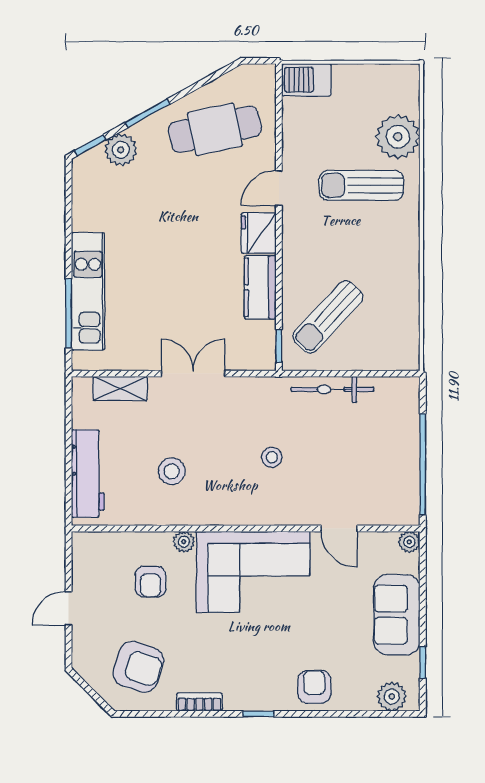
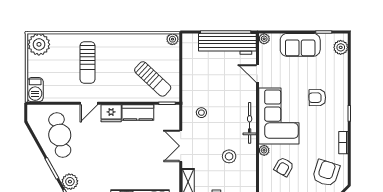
plant: (398, 137) -> (39, 44), moved
door: (279, 188) -> (89, 103), hinge flipped
plant: (408, 357) -> (172, 39), added
bicycle: (332, 389) -> (250, 123), moved, turned 180
stool: (272, 457) -> (201, 113), moved
workbench: (399, 468) -> (227, 44), added
door: (339, 529) -> (257, 73), swing flipped
armchair: (151, 582) -> (284, 167), turned 120
armchair: (314, 687) -> (317, 98), moved

